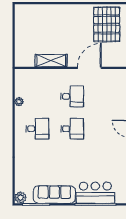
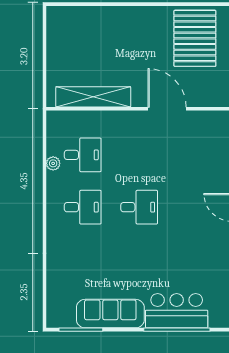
shelving: (51, 61) -> (93, 97), width x1.47
door: (89, 68) -> (167, 109), hinge flipped
desk: (72, 96) -> (83, 155), moved
plant: (21, 198) -> (56, 319), removed

